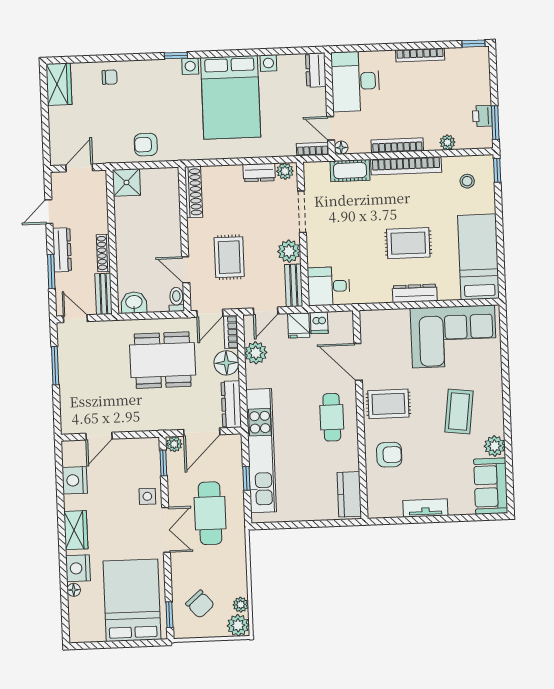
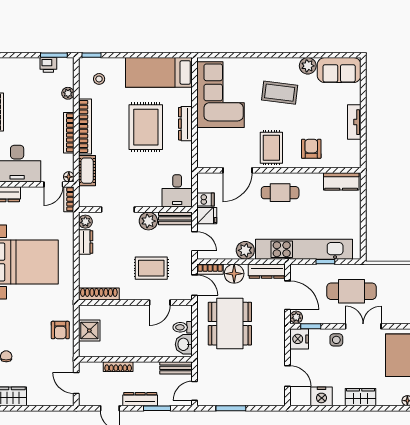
shower: (126, 182) -> (89, 330), moved
rug: (408, 243) -> (146, 127), width x1.36, depth x1.43
shoe rack: (103, 253) -> (118, 367), moved
toilet: (176, 299) -> (183, 327), moved
plant: (256, 353) -> (245, 250), moved
nightstand: (78, 568) -> (299, 339), moved, turned 90

